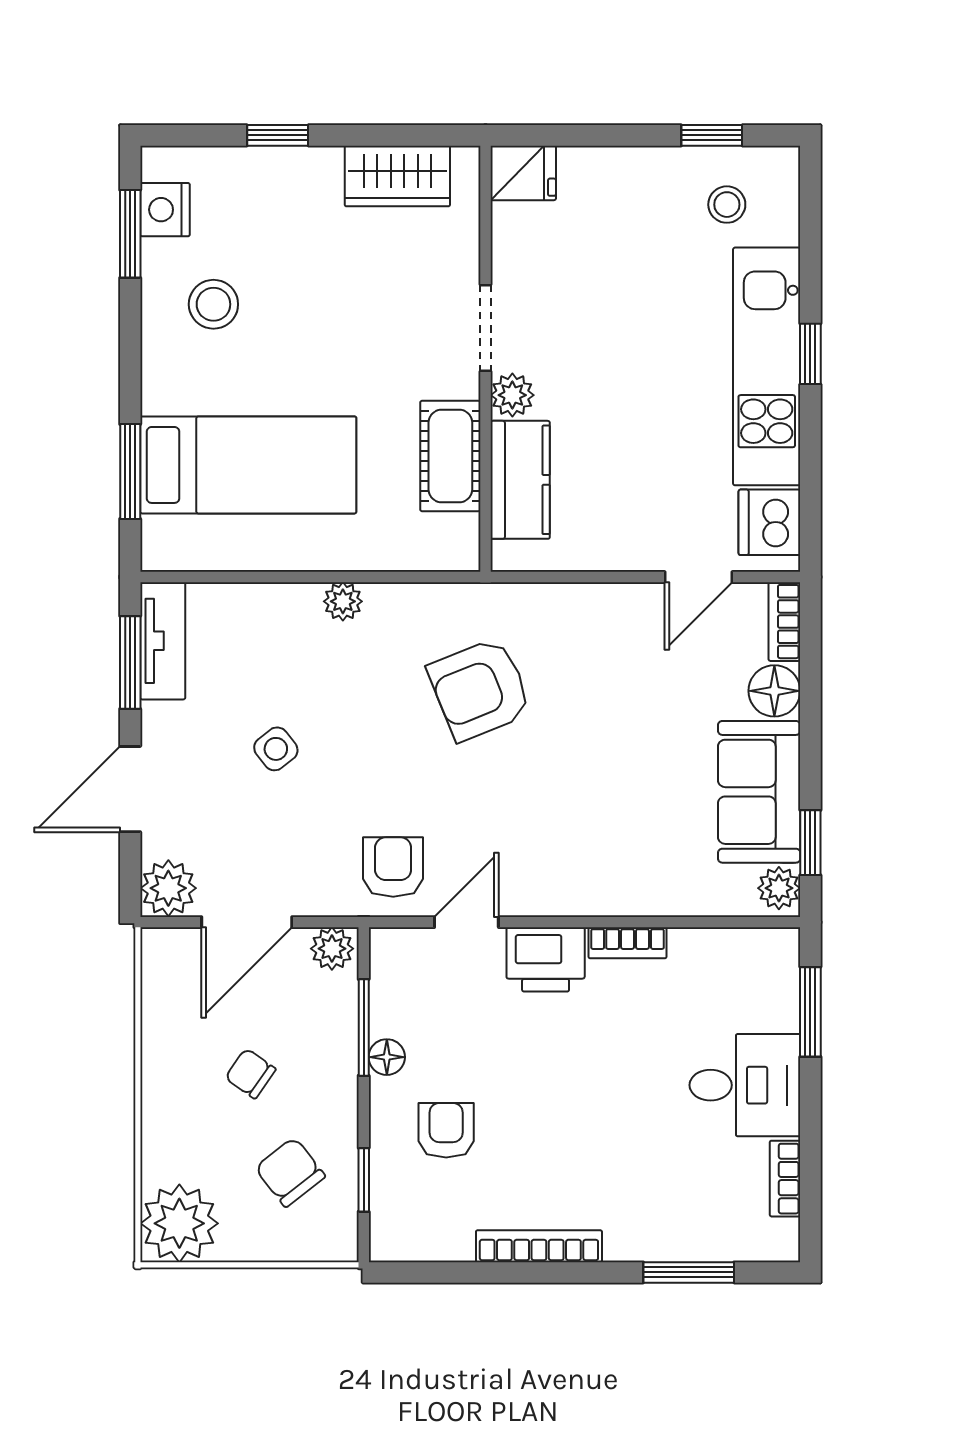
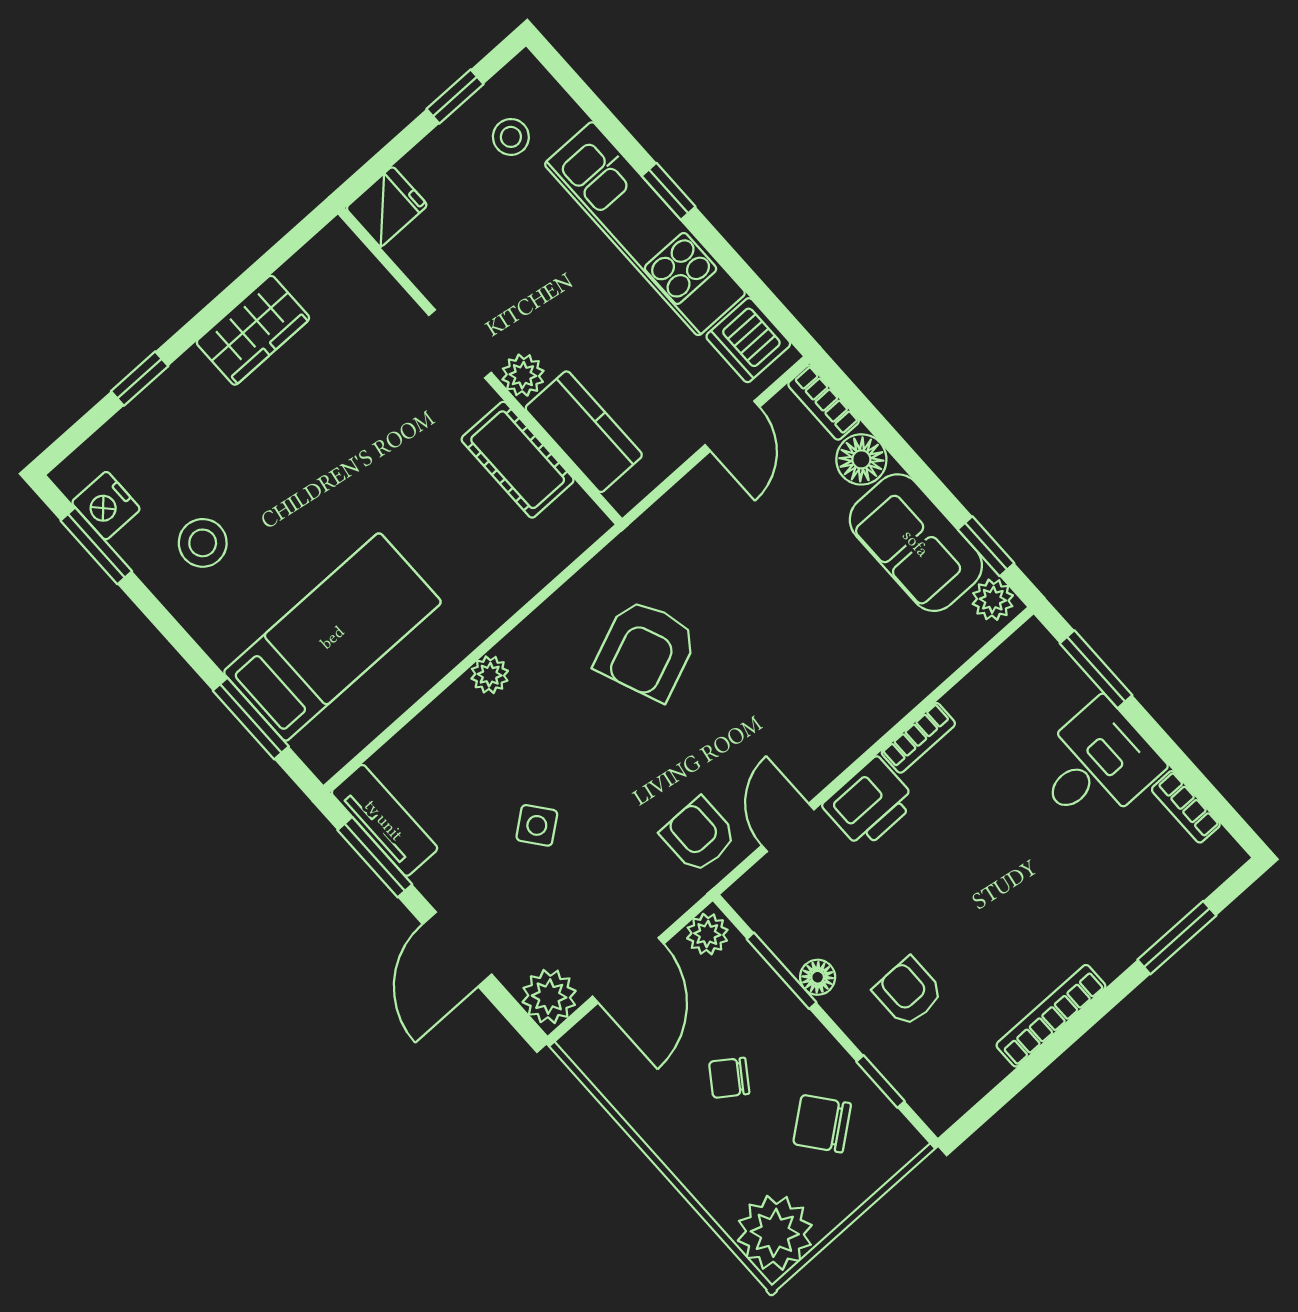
fridge: (523, 173) -> (387, 207), moved
doorway: (486, 328) -> (460, 344), moved
wall: (486, 359) -> (480, 366), moved
plant: (512, 395) -> (523, 375), moved
cot: (450, 456) -> (518, 460), moved
kitchen counter: (520, 480) -> (584, 432), moved

